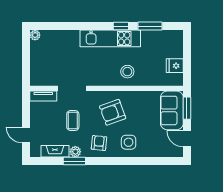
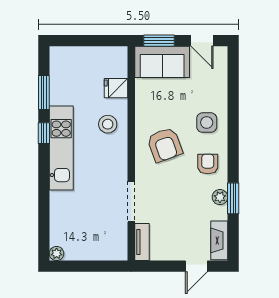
fridge: (175, 66) -> (116, 88), moved, turned 90
coffee table: (73, 121) -> (176, 201), removed
door: (187, 139) -> (202, 41), hinge flipped
armchair: (99, 143) -> (208, 164), turned 84
fireplace: (55, 151) -> (219, 240), moved

